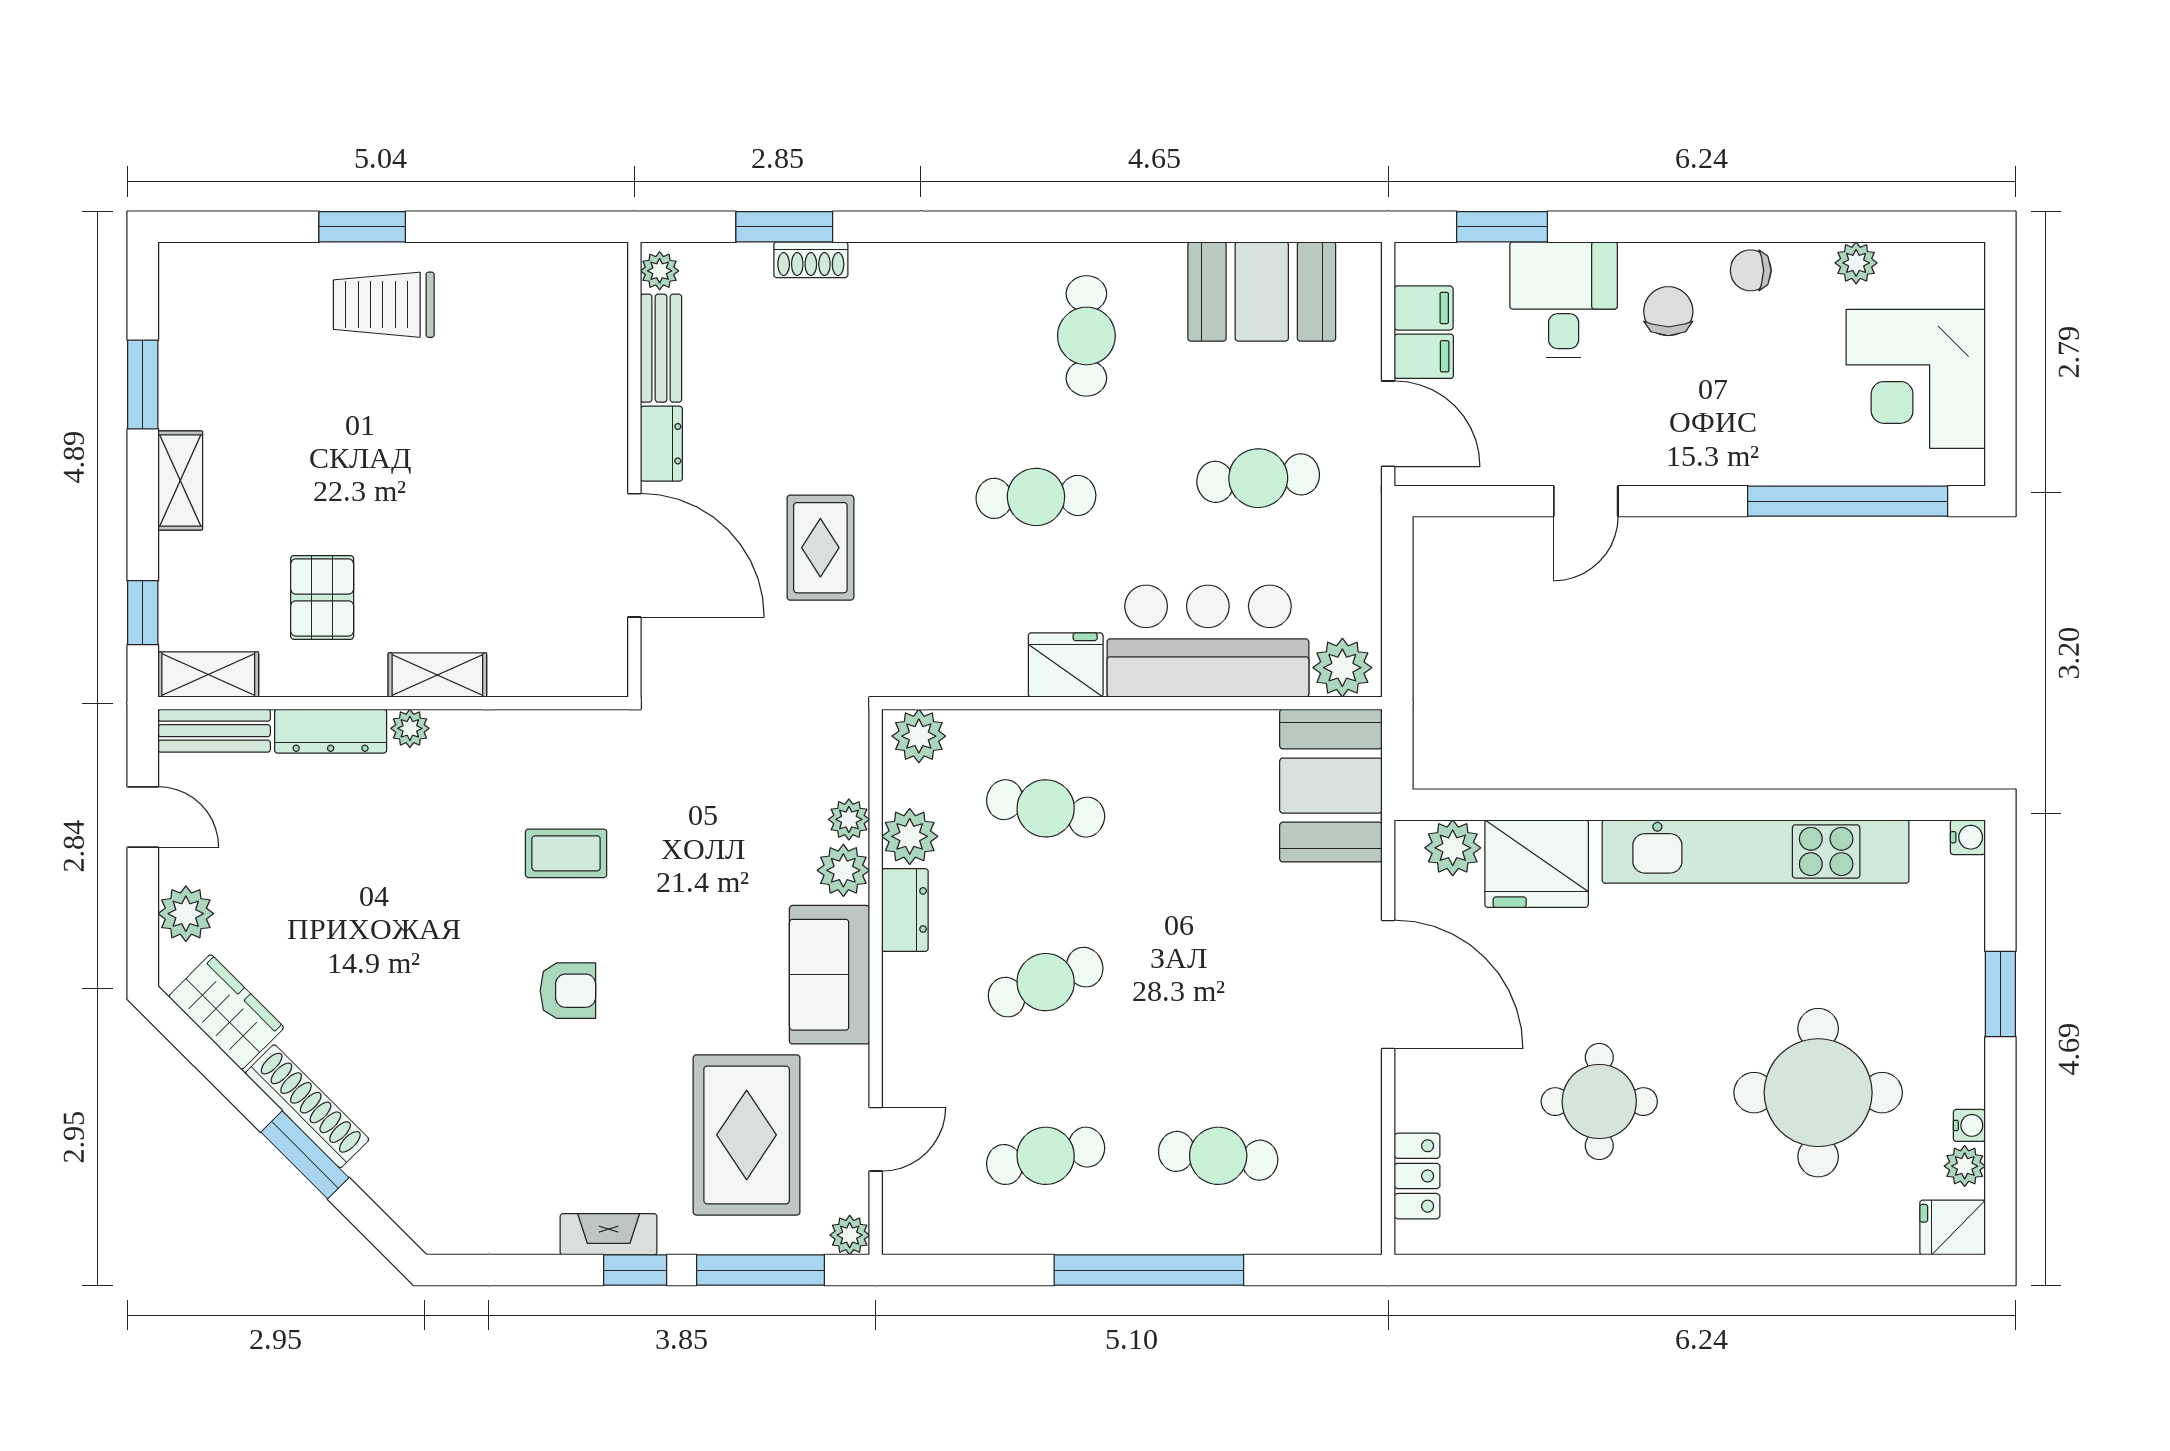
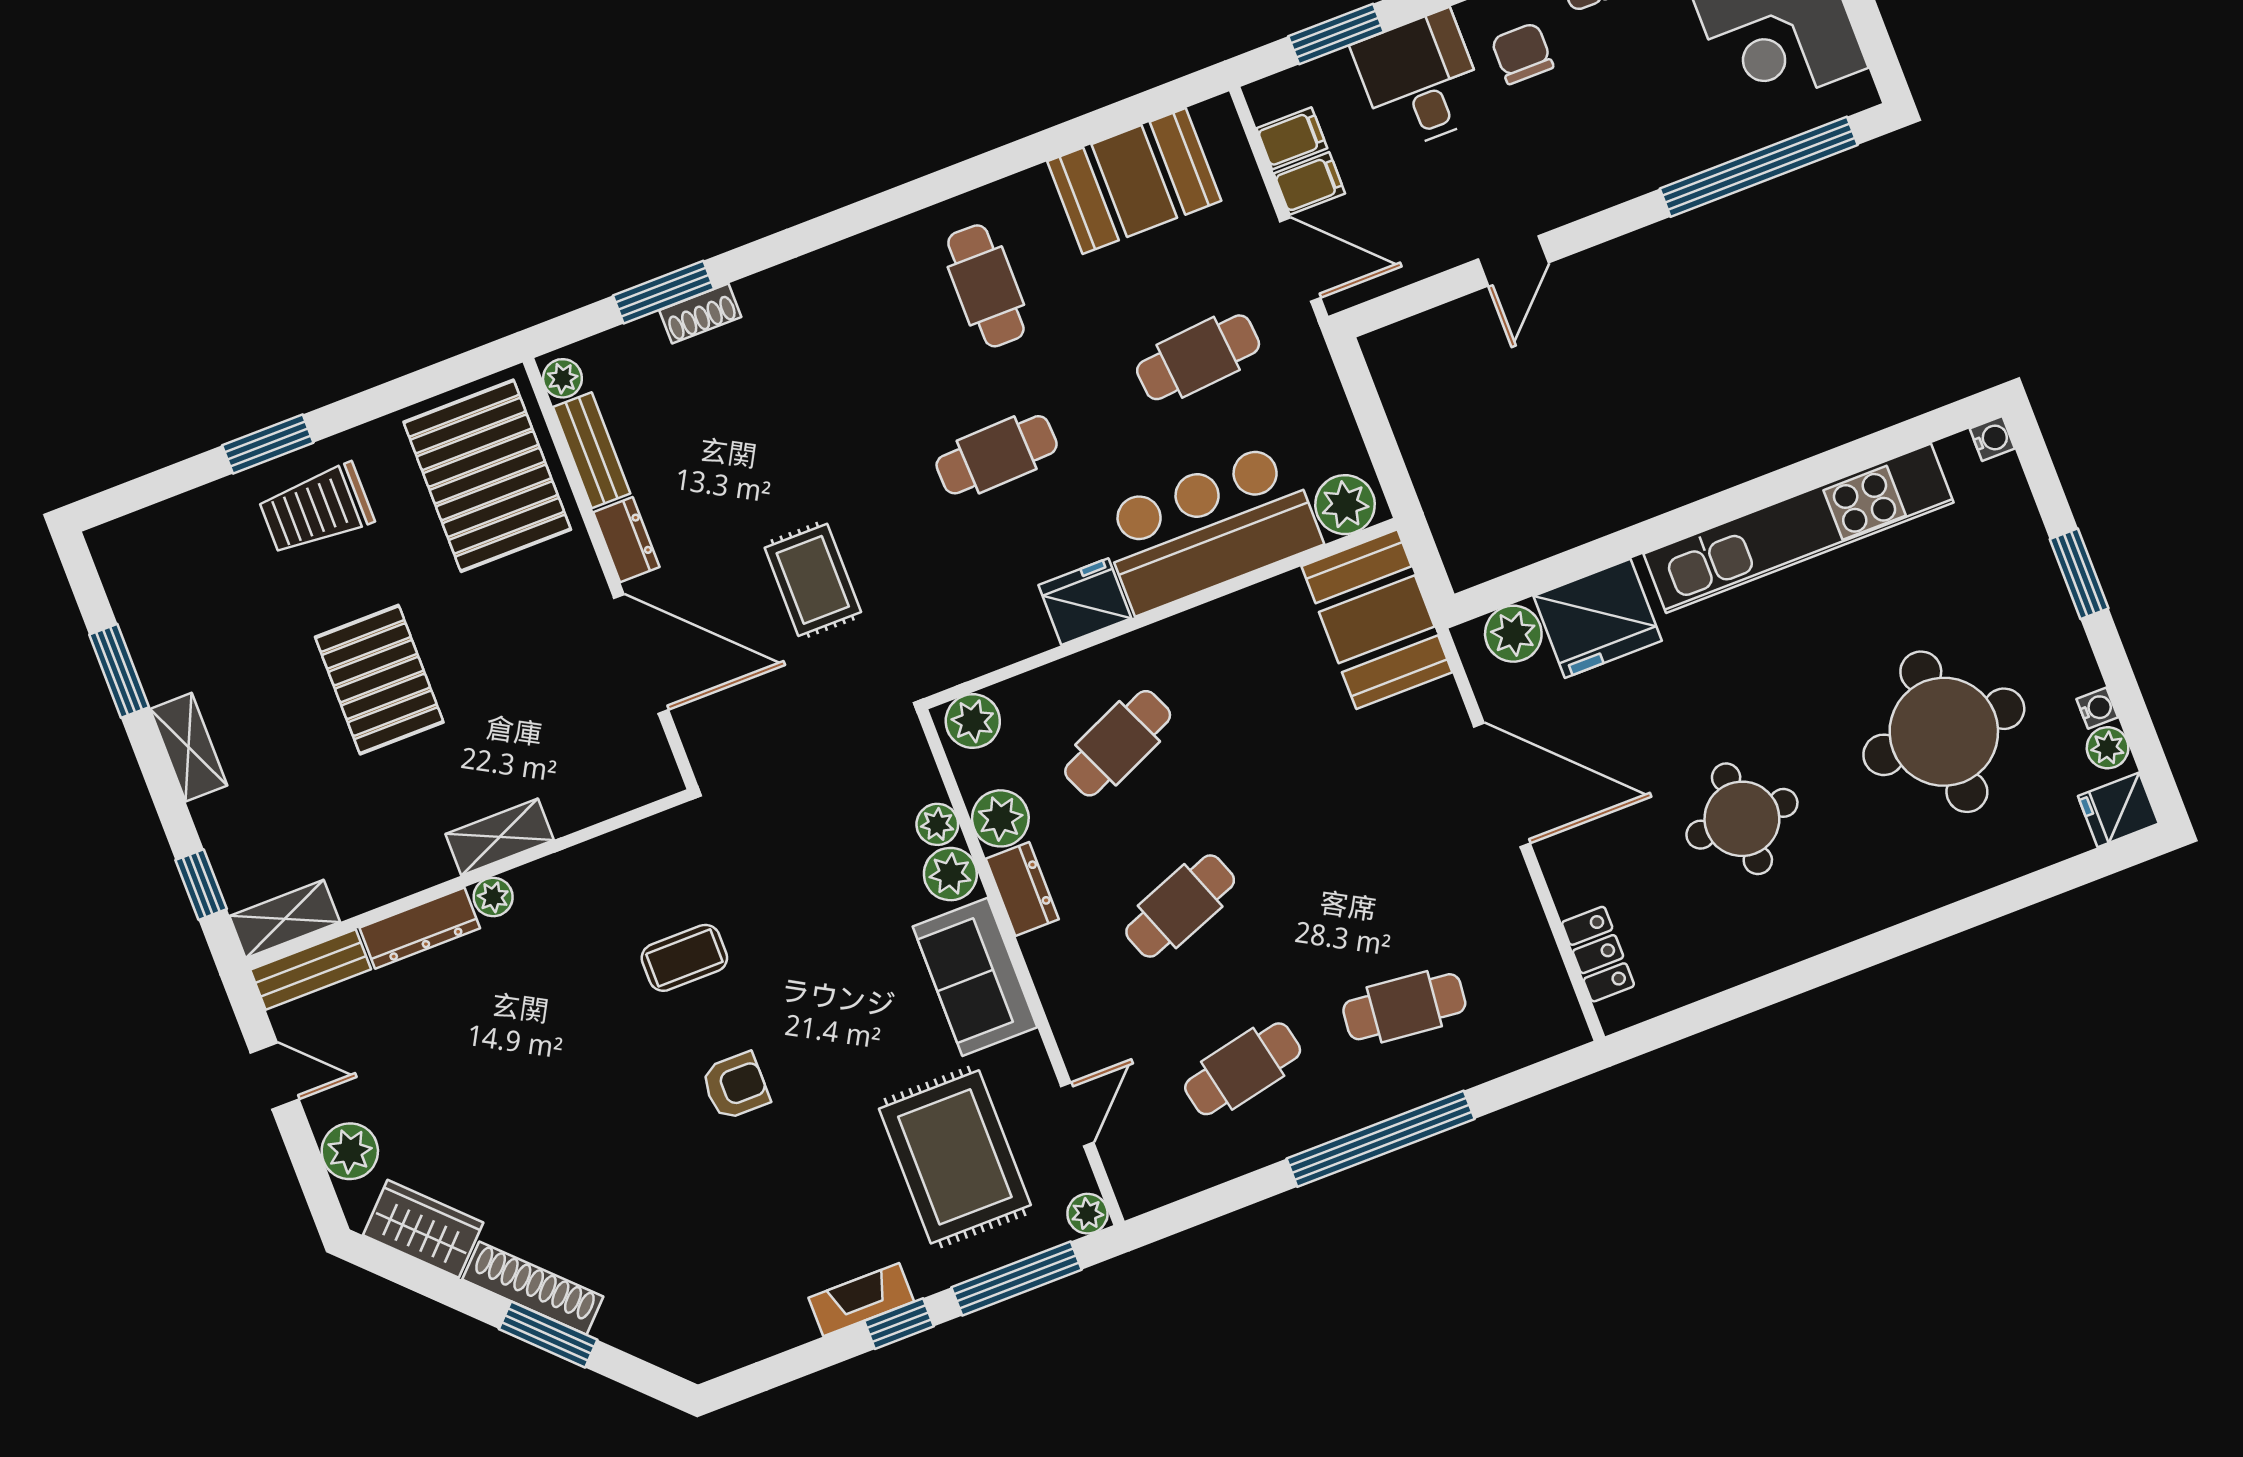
pallet: (555, 334) -> (487, 476), added
pallet: (322, 597) -> (379, 680), moved, width x1.50, depth x1.42
cafe table: (1046, 808) -> (1118, 743), turned -36

